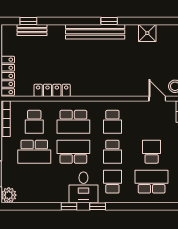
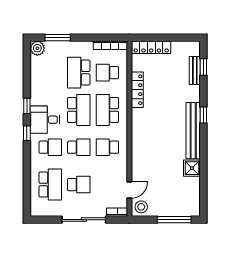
window: (109, 21) -> (203, 115), moved
shower: (147, 33) -> (192, 168), moved
school desk: (112, 152) -> (79, 147), turned 180

